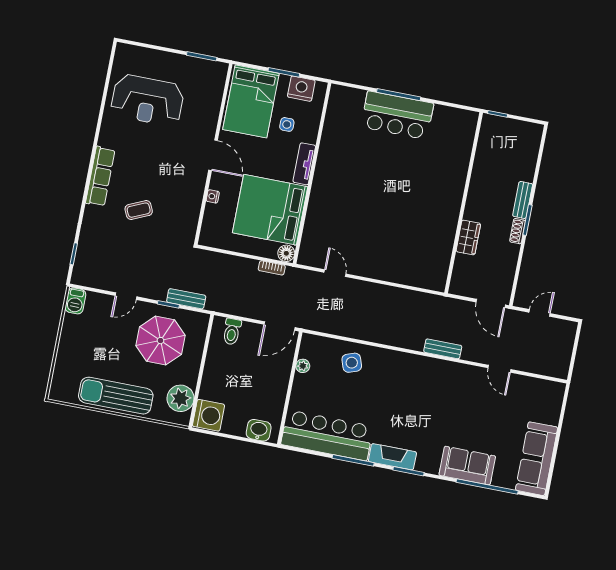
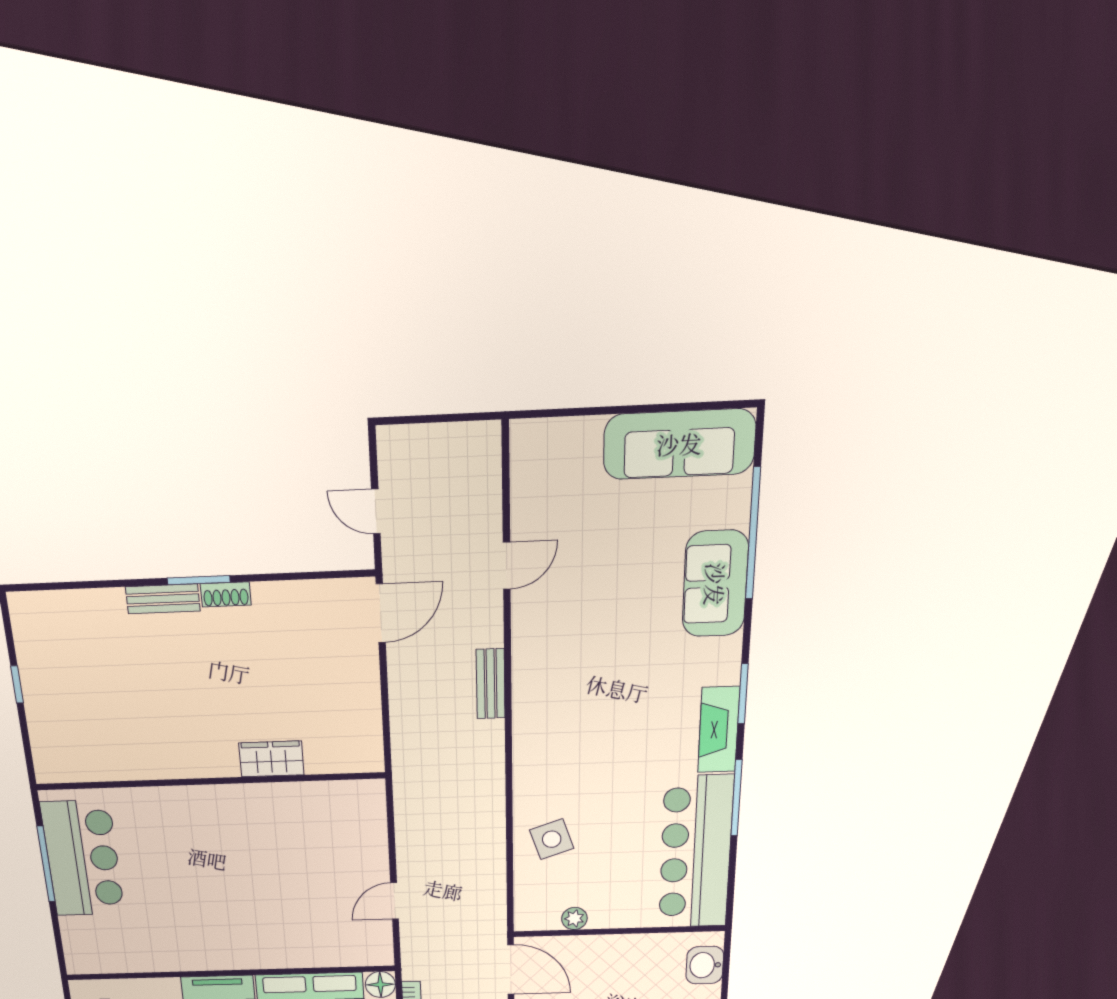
wall: (464, 203) -> (210, 781), moved
wardrobe: (468, 237) -> (271, 759), moved

